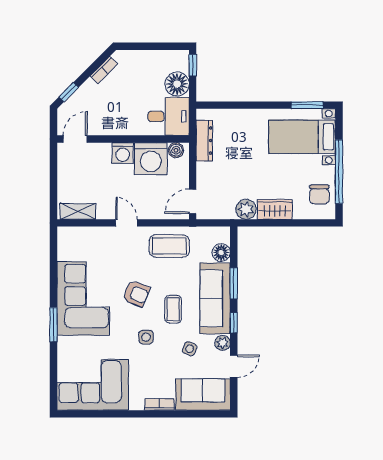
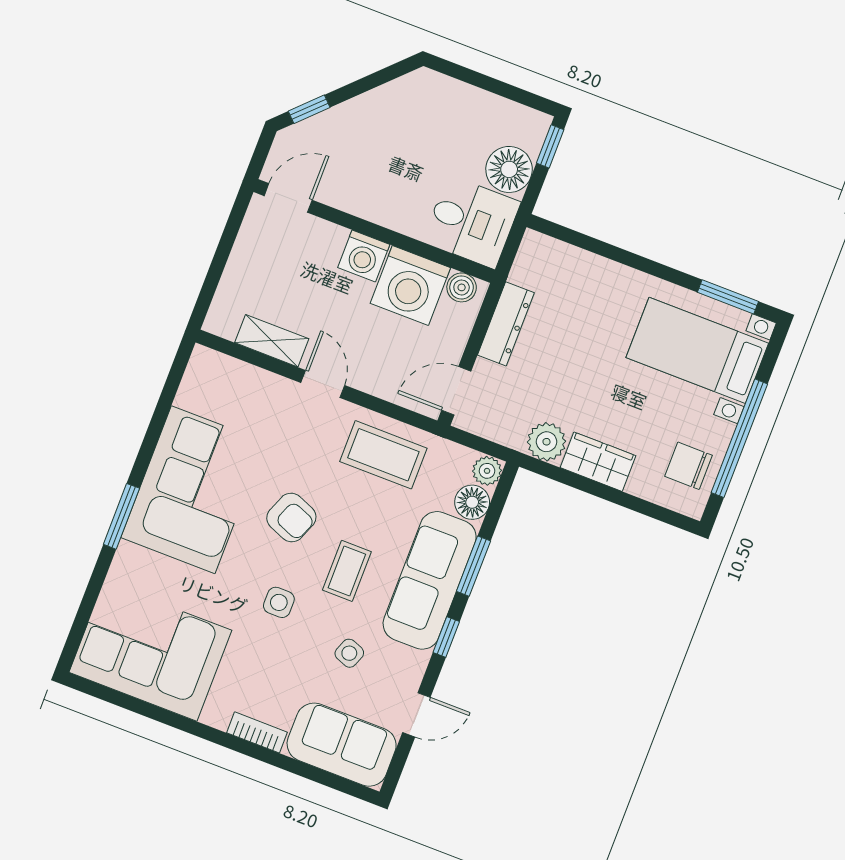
bookcase: (104, 70) -> (388, 94), removed
dresser: (204, 141) -> (506, 324), moved
chair: (319, 195) -> (688, 466), turned 90
shelving: (78, 211) -> (272, 341), moved
plant: (223, 343) -> (487, 471), moved

